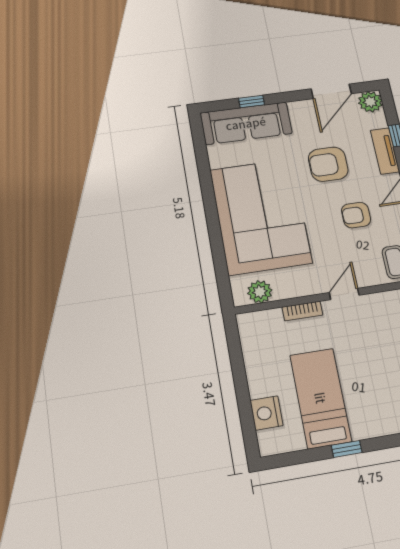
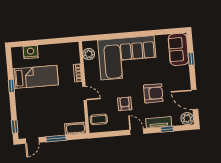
sofa: (246, 123) -> (178, 49), width x0.73
armchair: (328, 164) -> (153, 93), turned 90

